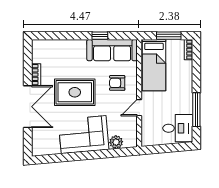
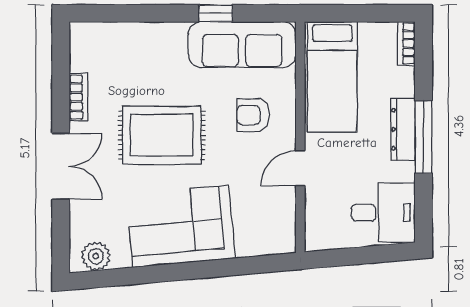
window: (169, 36) -> (364, 13), removed
dresser: (187, 90) -> (403, 129), added
double door: (28, 107) -> (61, 166), width x0.73
window: (196, 110) -> (423, 137), moved
plant: (116, 142) -> (96, 256), moved

